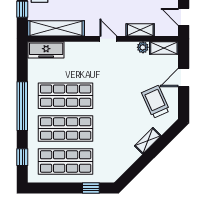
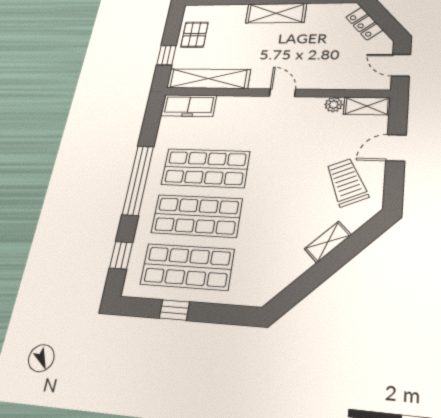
shelving: (140, 30) -> (332, 81), removed
window: (91, 188) -> (174, 310), moved

